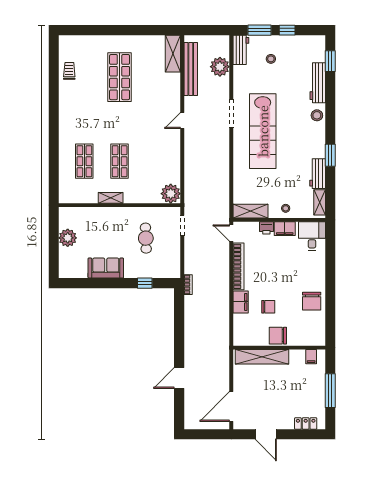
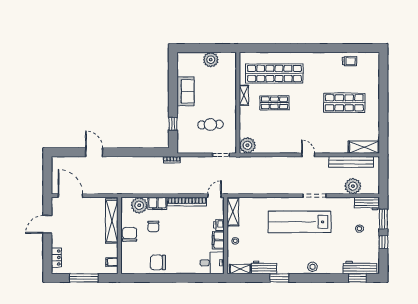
workbench: (318, 83) -> (360, 268), moved
shop shelf: (84, 161) -> (274, 73), width x2.00, depth x1.36
plant: (243, 324) -> (139, 205), added

